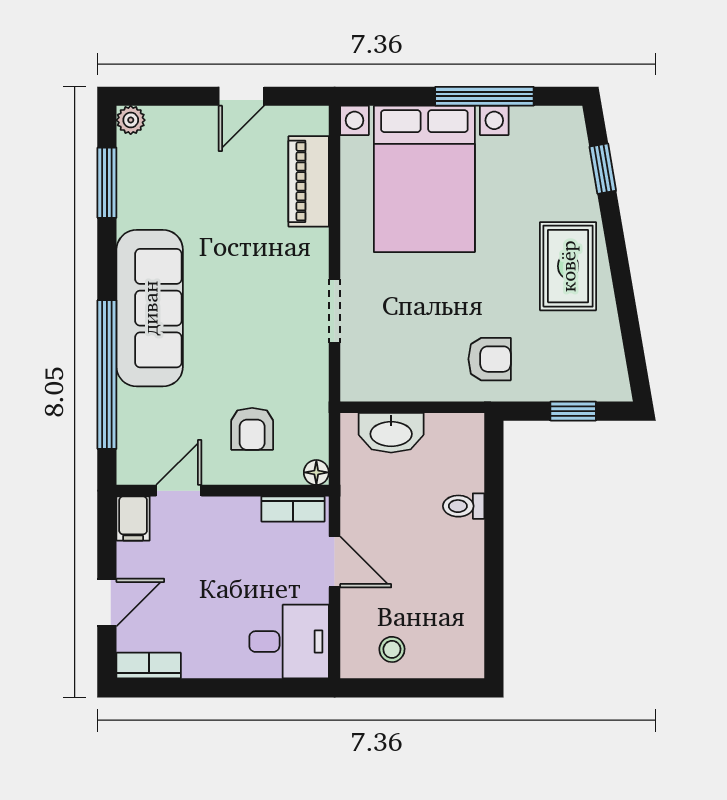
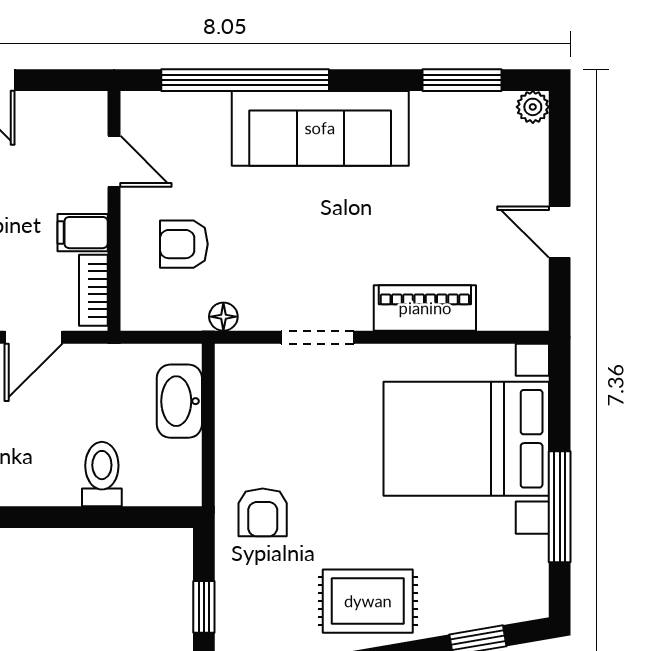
piano: (309, 181) -> (425, 308), moved
floor lamp: (316, 472) -> (223, 317), moved
toilet: (464, 506) -> (102, 474), width x1.37, depth x1.39
filing cabinet: (133, 518) -> (83, 233), moved

